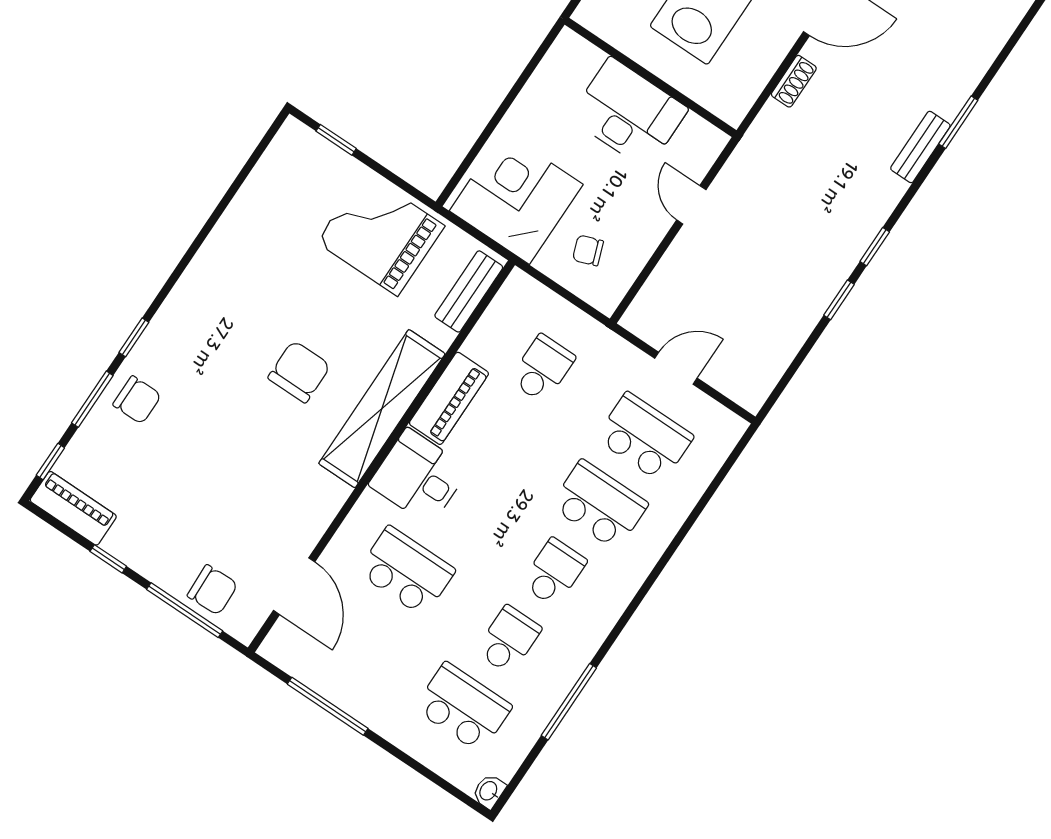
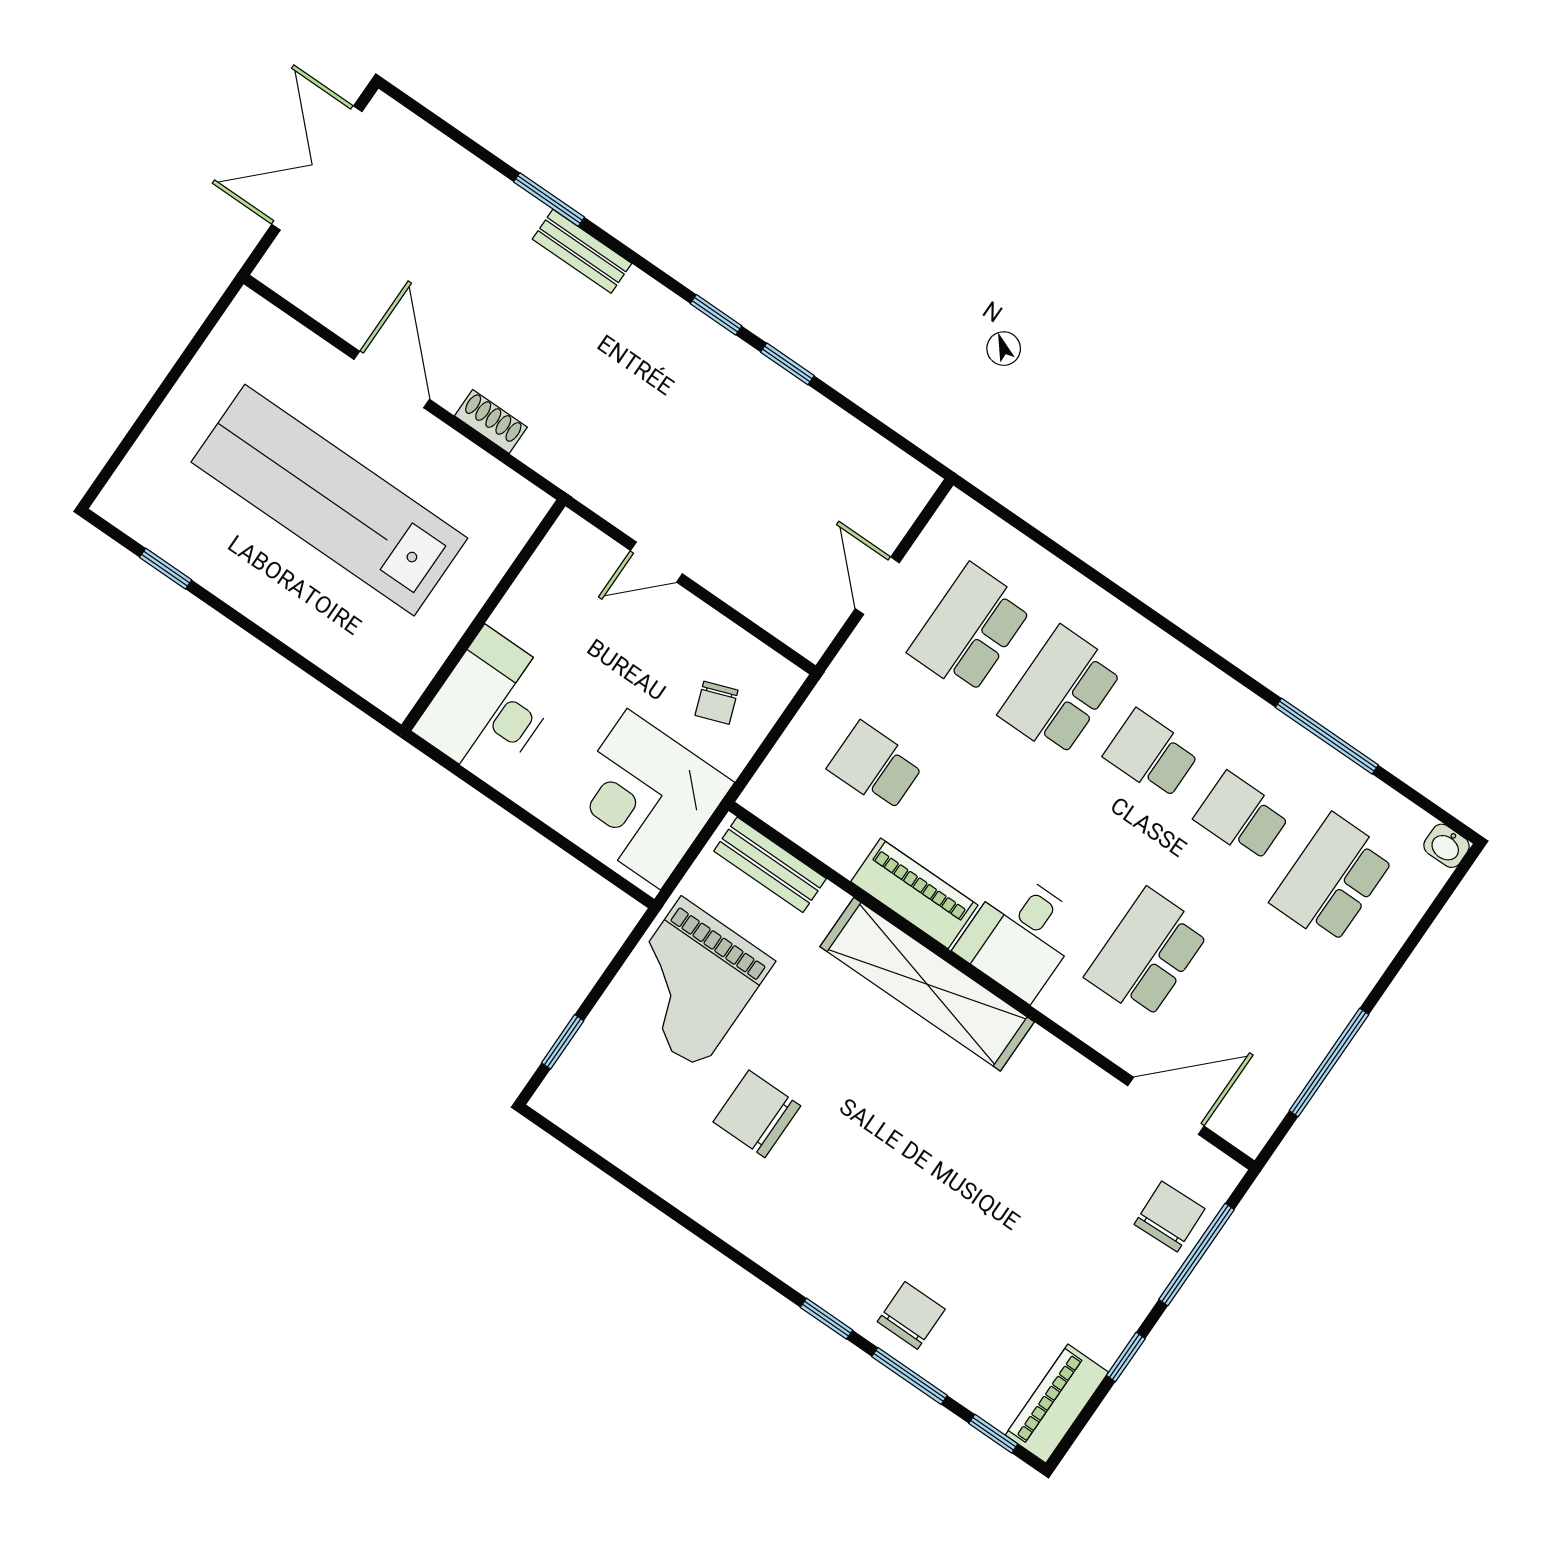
desk: (629, 113) -> (490, 706), moved
chair: (299, 372) -> (757, 1114), moved

